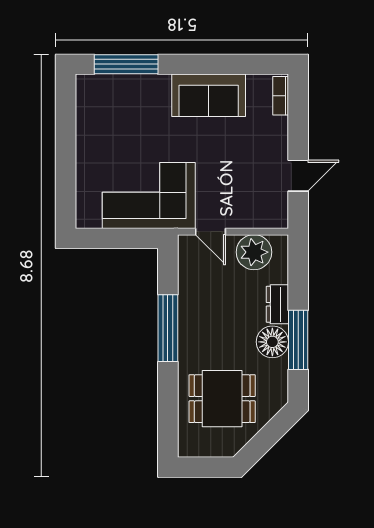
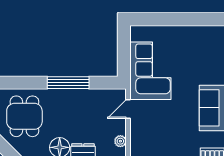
plant: (254, 252) -> (120, 141), width x0.53, depth x0.53

